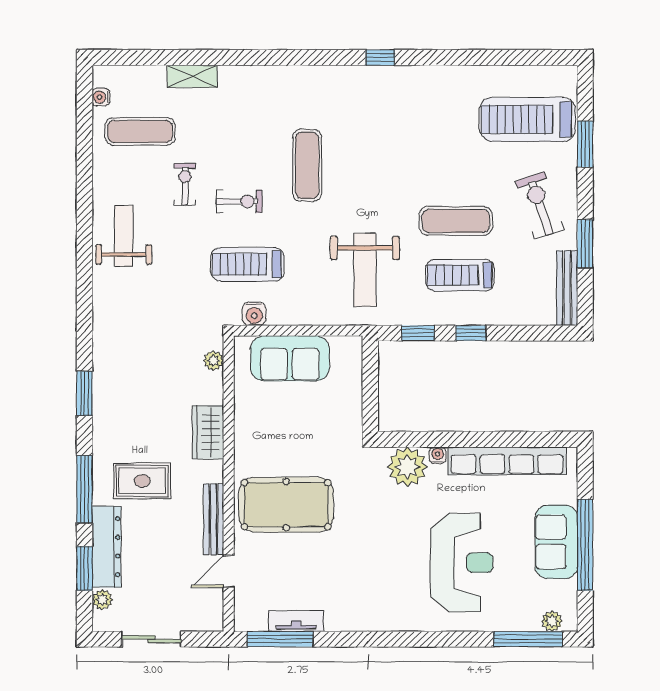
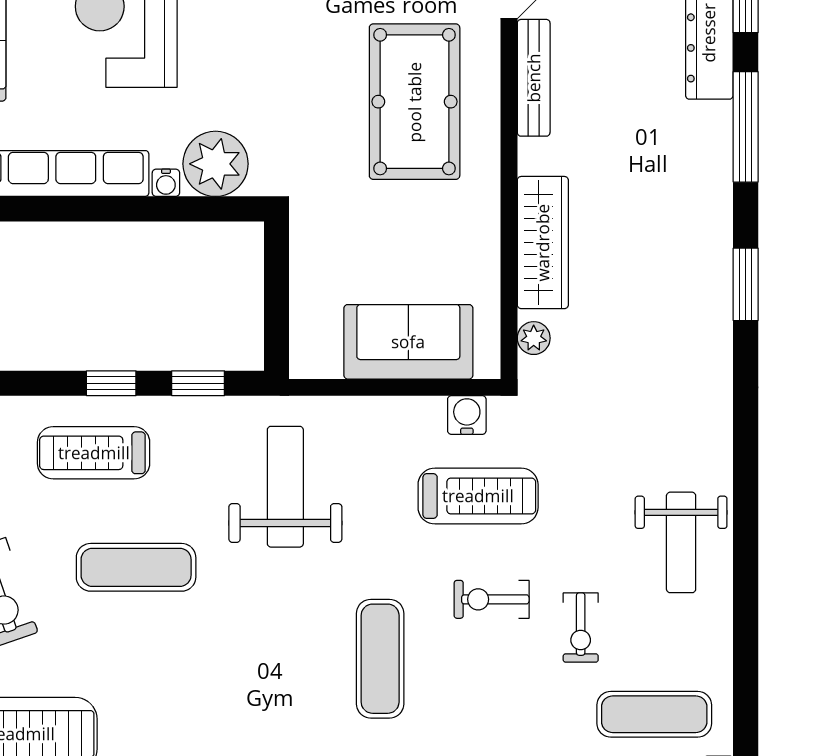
treadmill: (460, 275) -> (94, 453), moved, turned 180
wardrobe: (208, 432) -> (543, 243), width x1.50
rug: (142, 481) -> (651, 141), removed
pool table: (286, 505) -> (415, 102), turned 90

